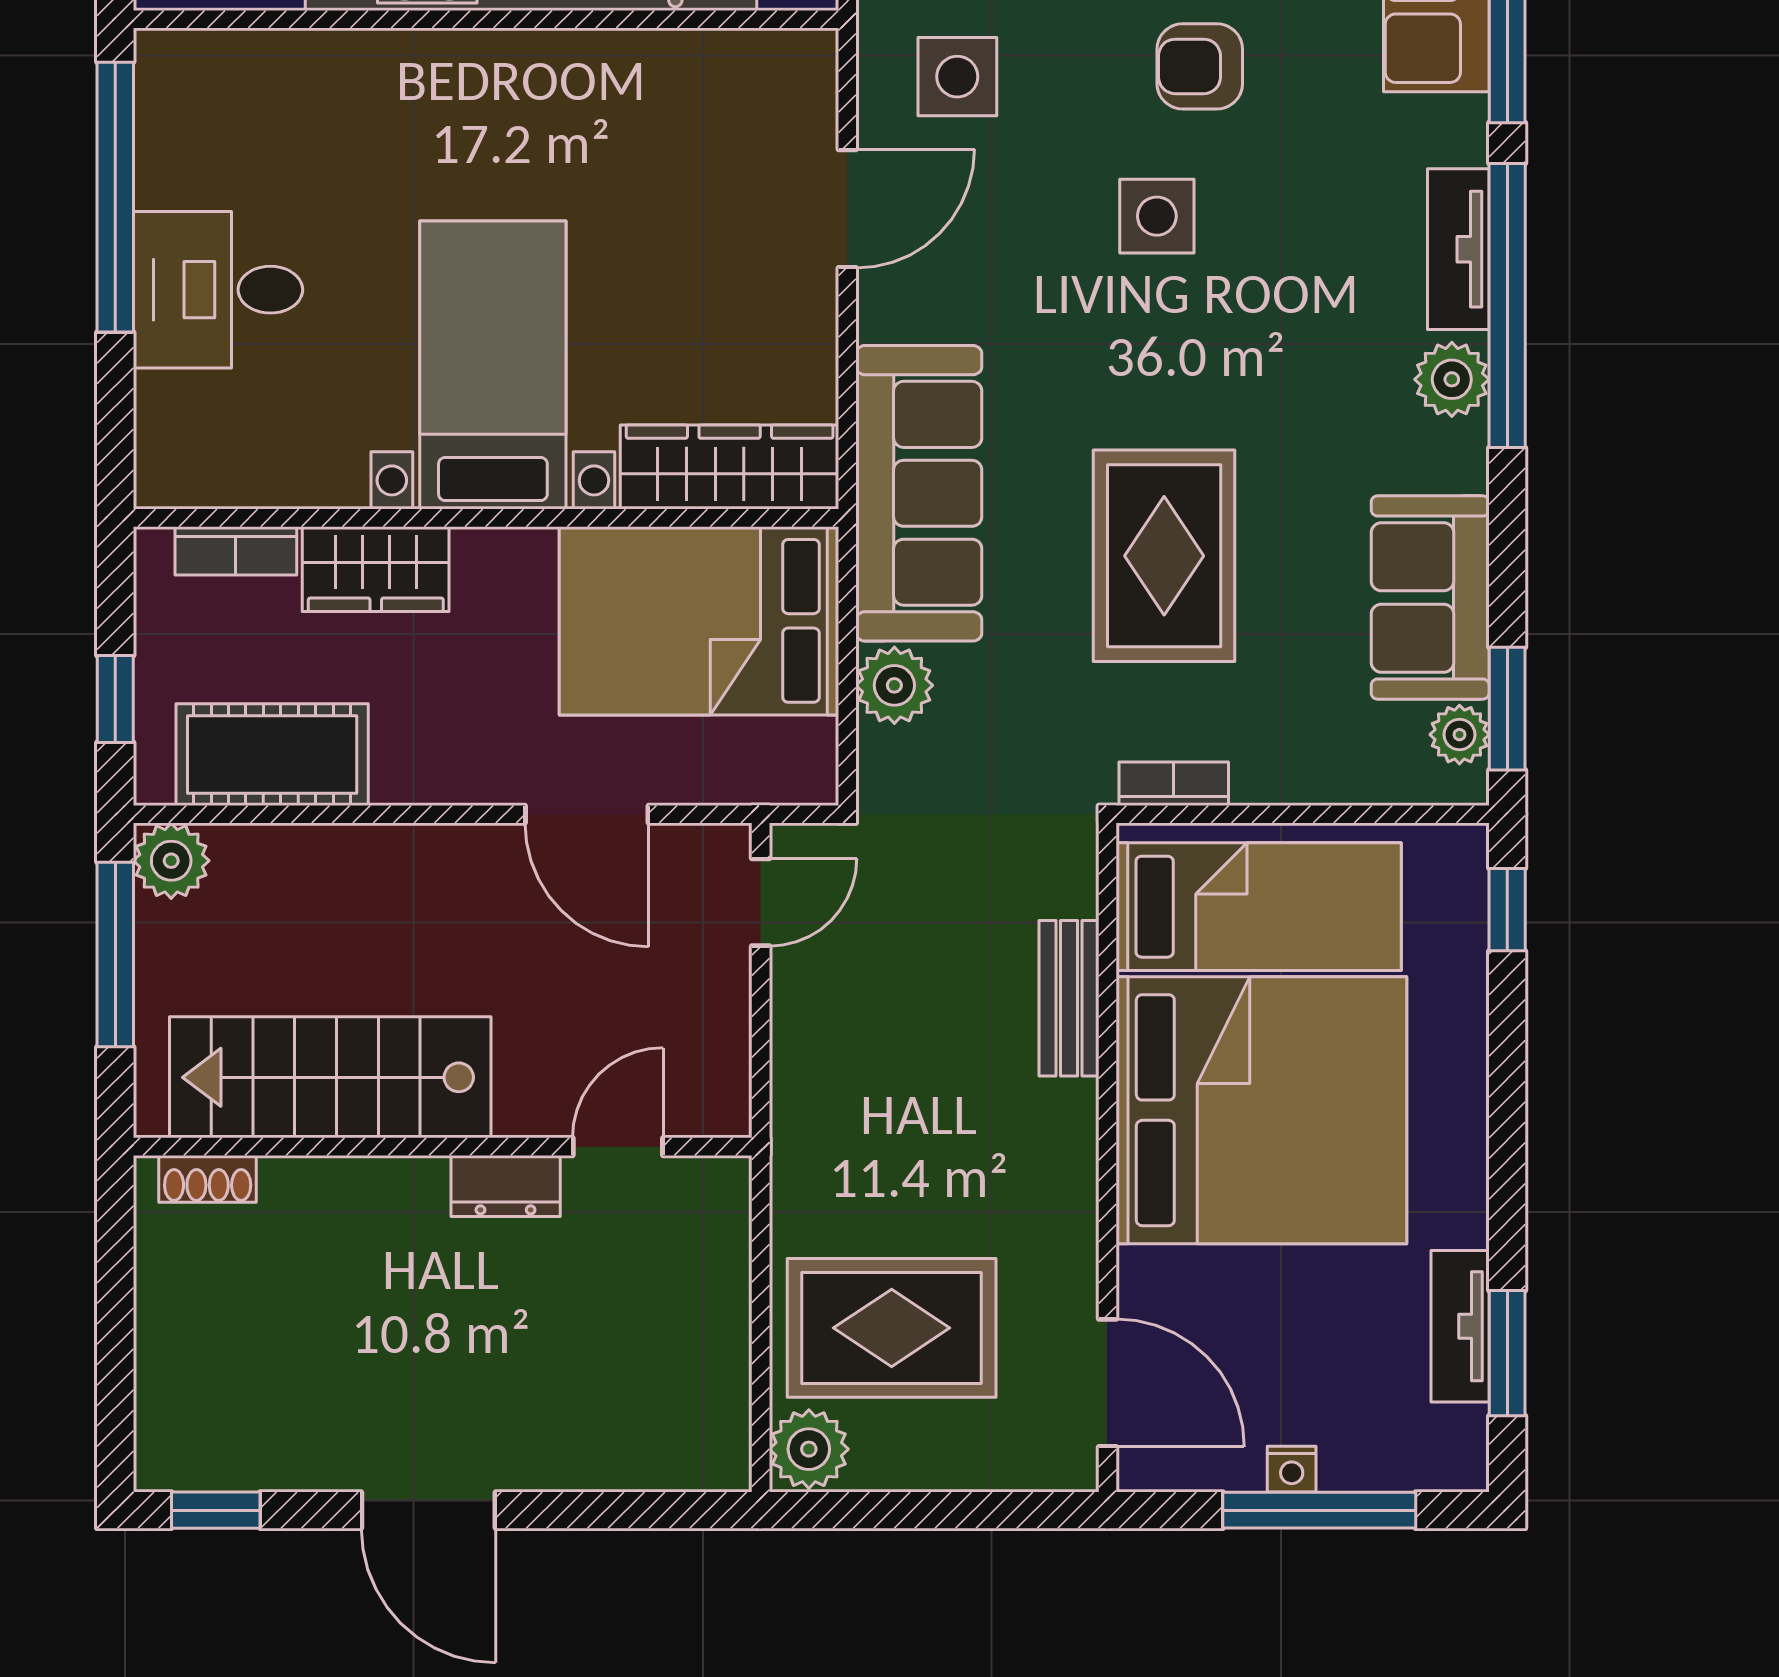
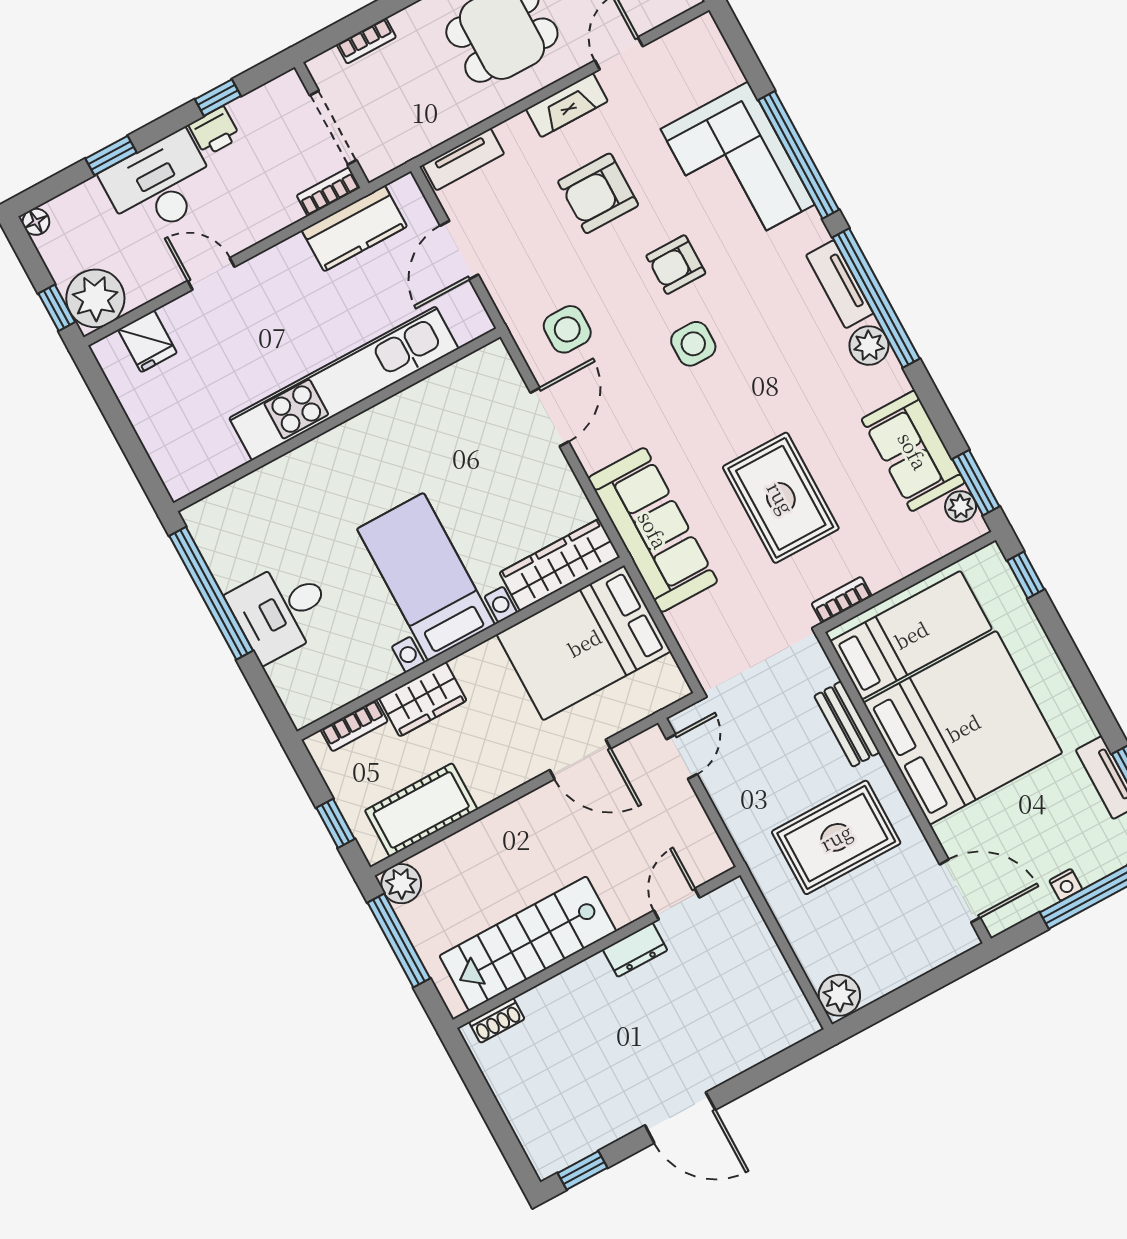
plant: (894, 685) -> (689, 624), removed
rug: (892, 1328) -> (836, 837), moved

